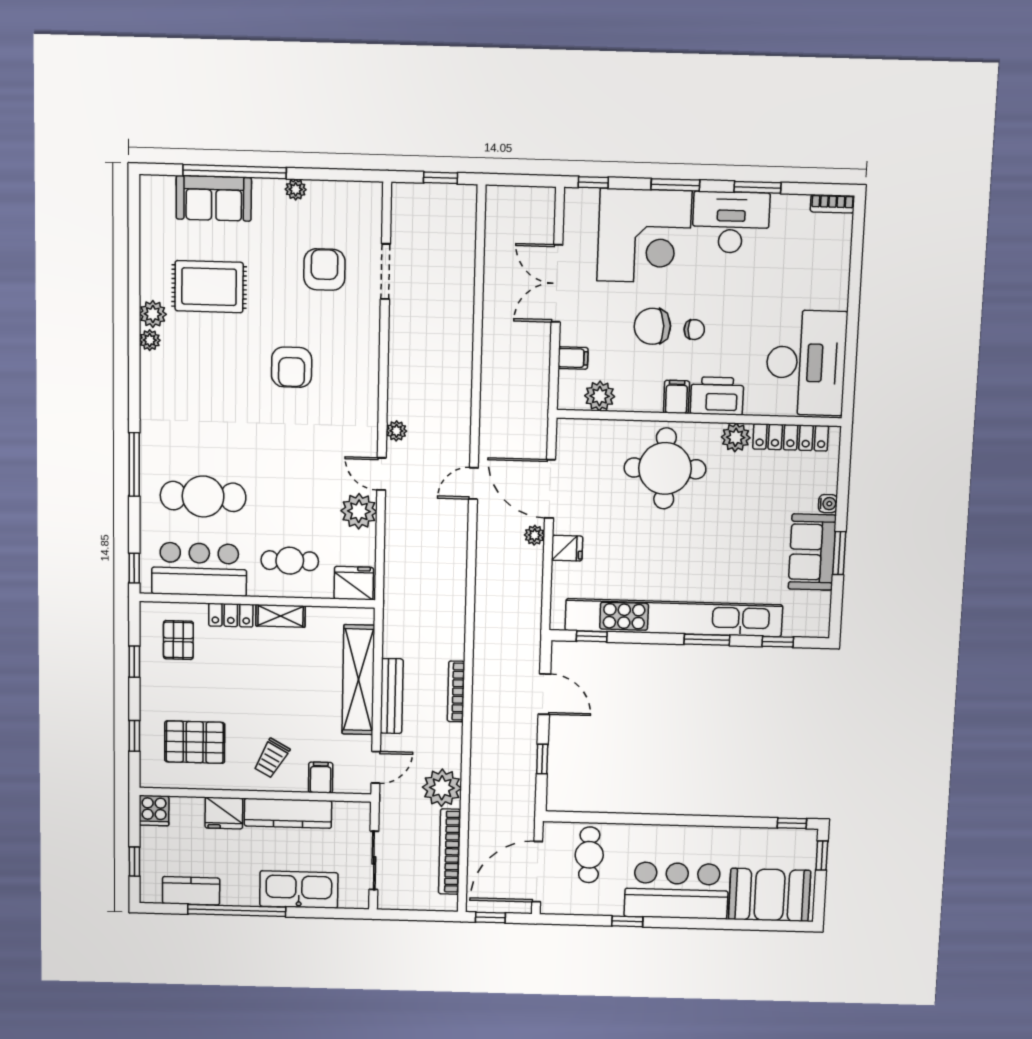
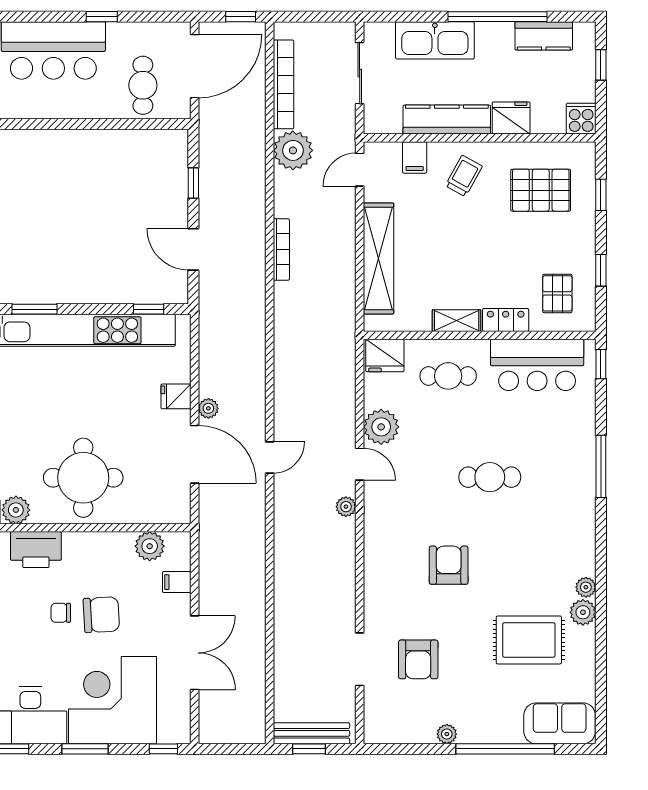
sofa: (214, 198) -> (560, 723), moved
filing cabinet: (676, 397) -> (75, 547), removed
cafe table: (203, 496) -> (490, 477), moved, width x0.73, depth x0.74
bench: (392, 696) -> (311, 733), moved, turned 90

